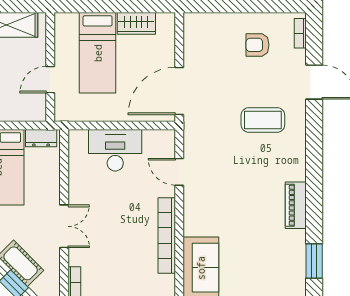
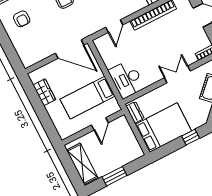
bed: (98, 53) -> (88, 98), moved, turned 180
door: (50, 80) -> (100, 124), hinge flipped
desk: (115, 150) -> (127, 79), moved

